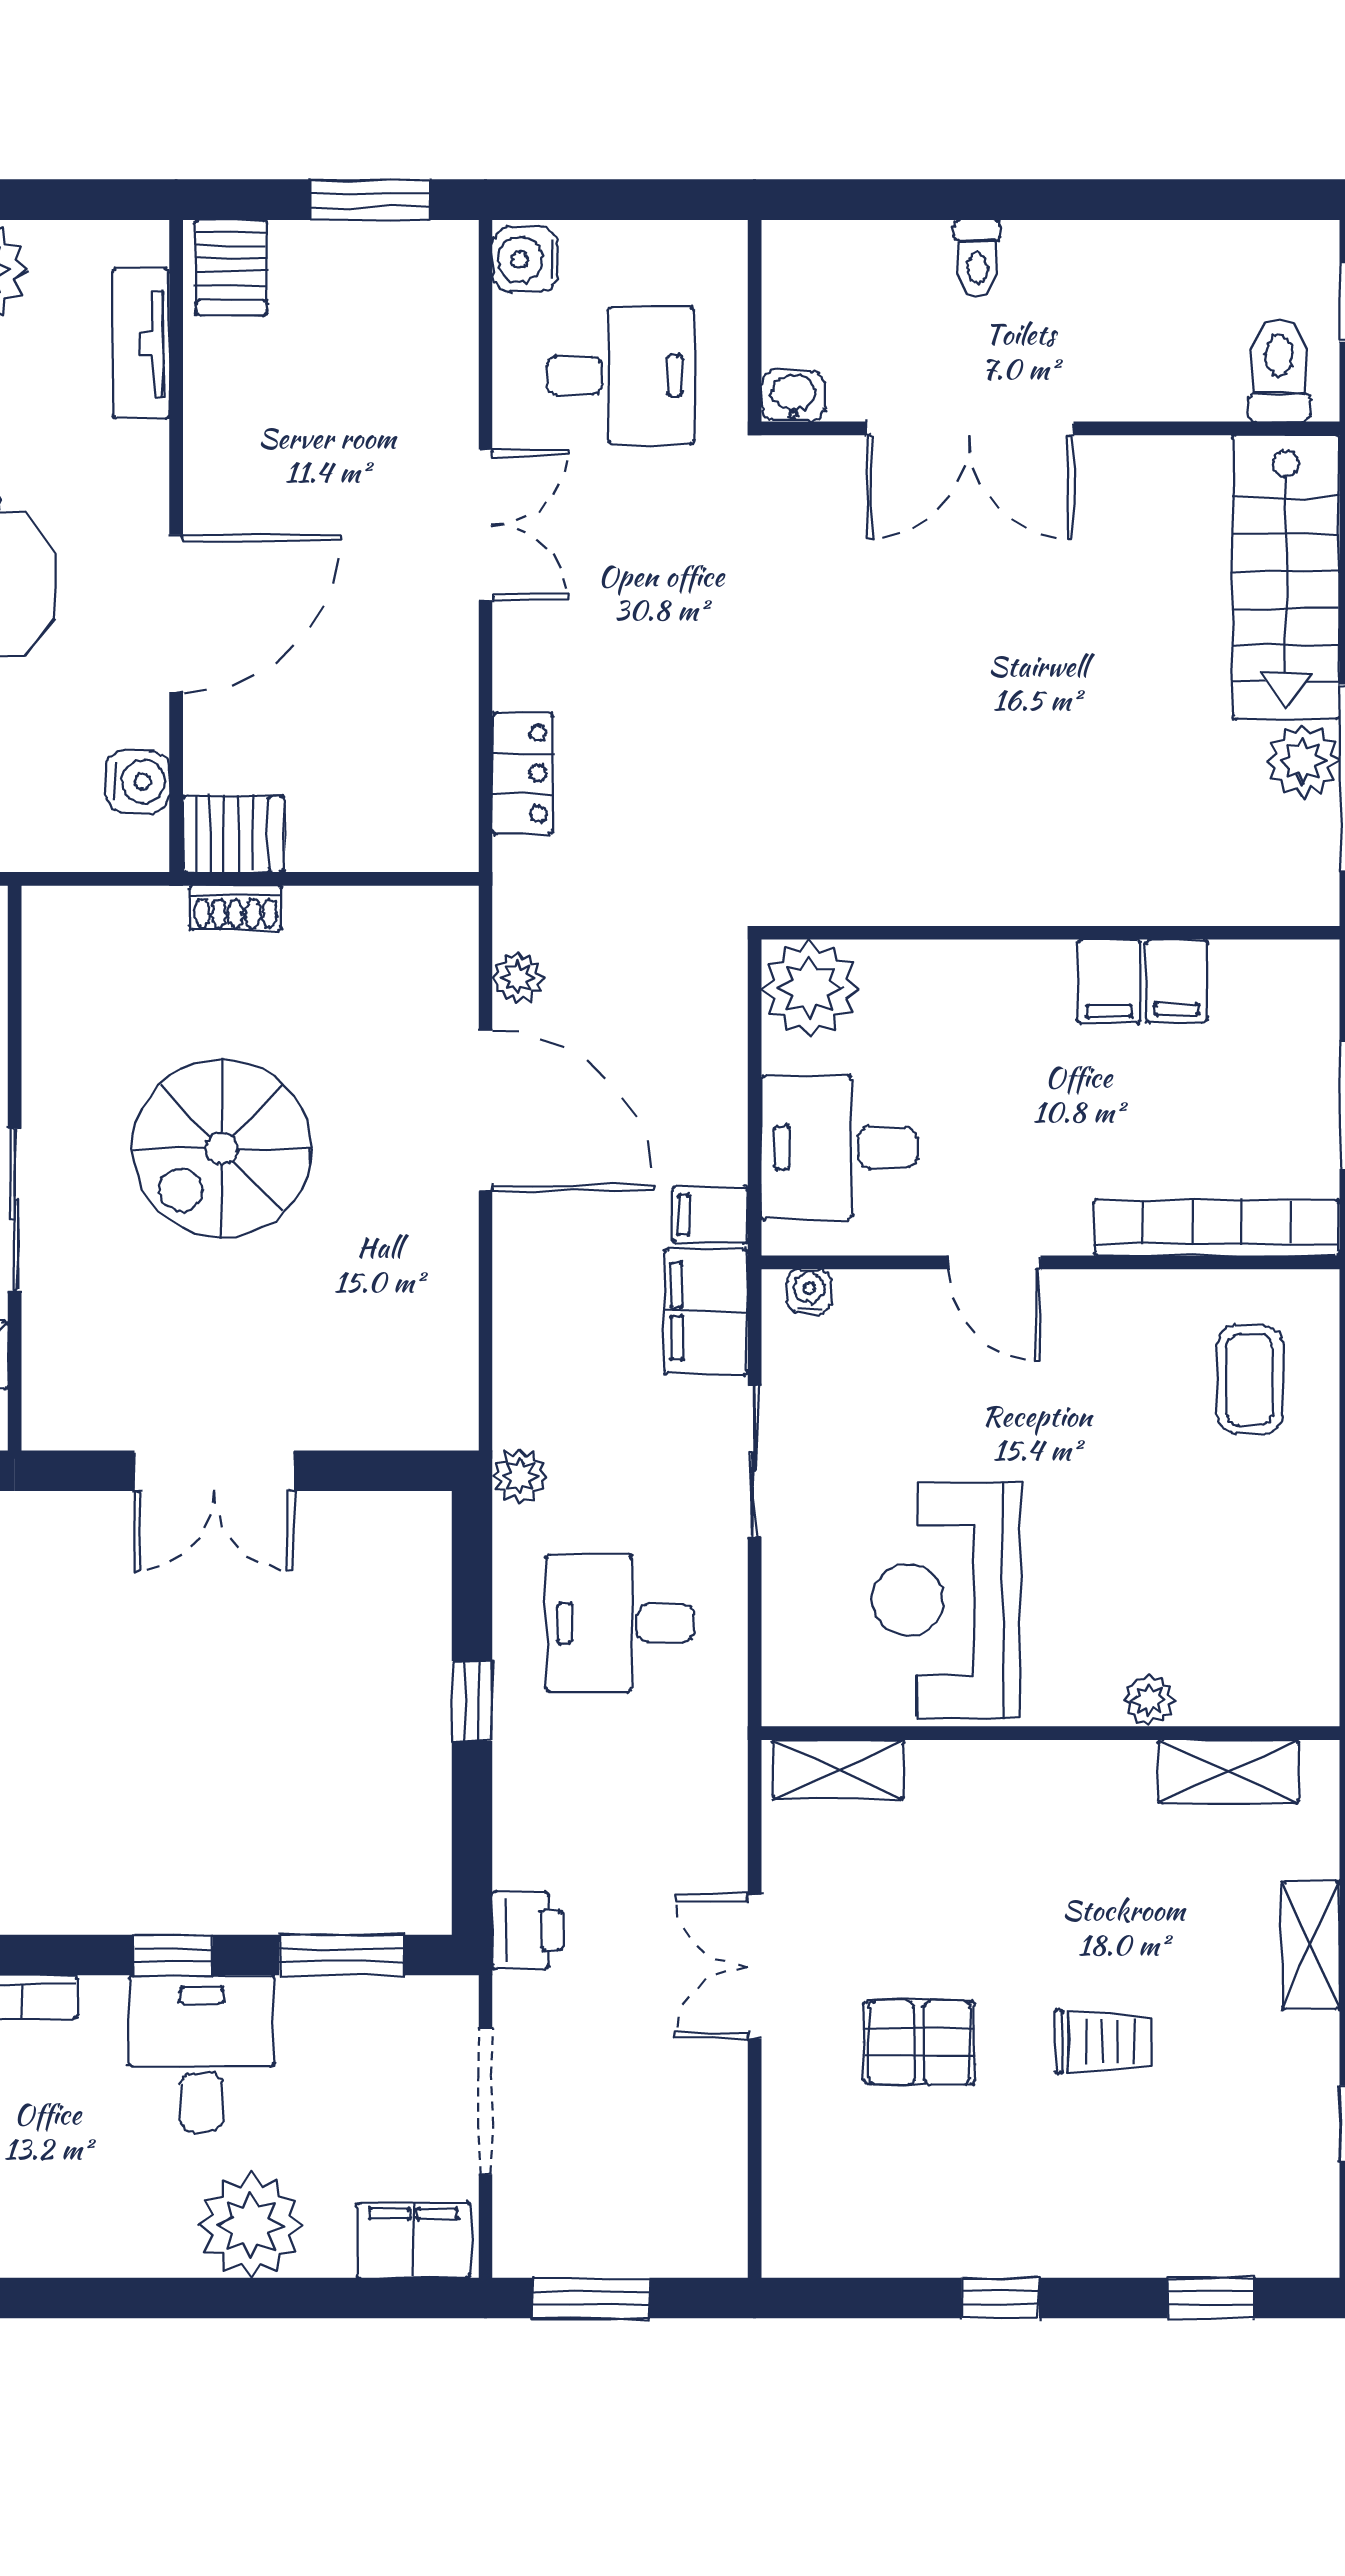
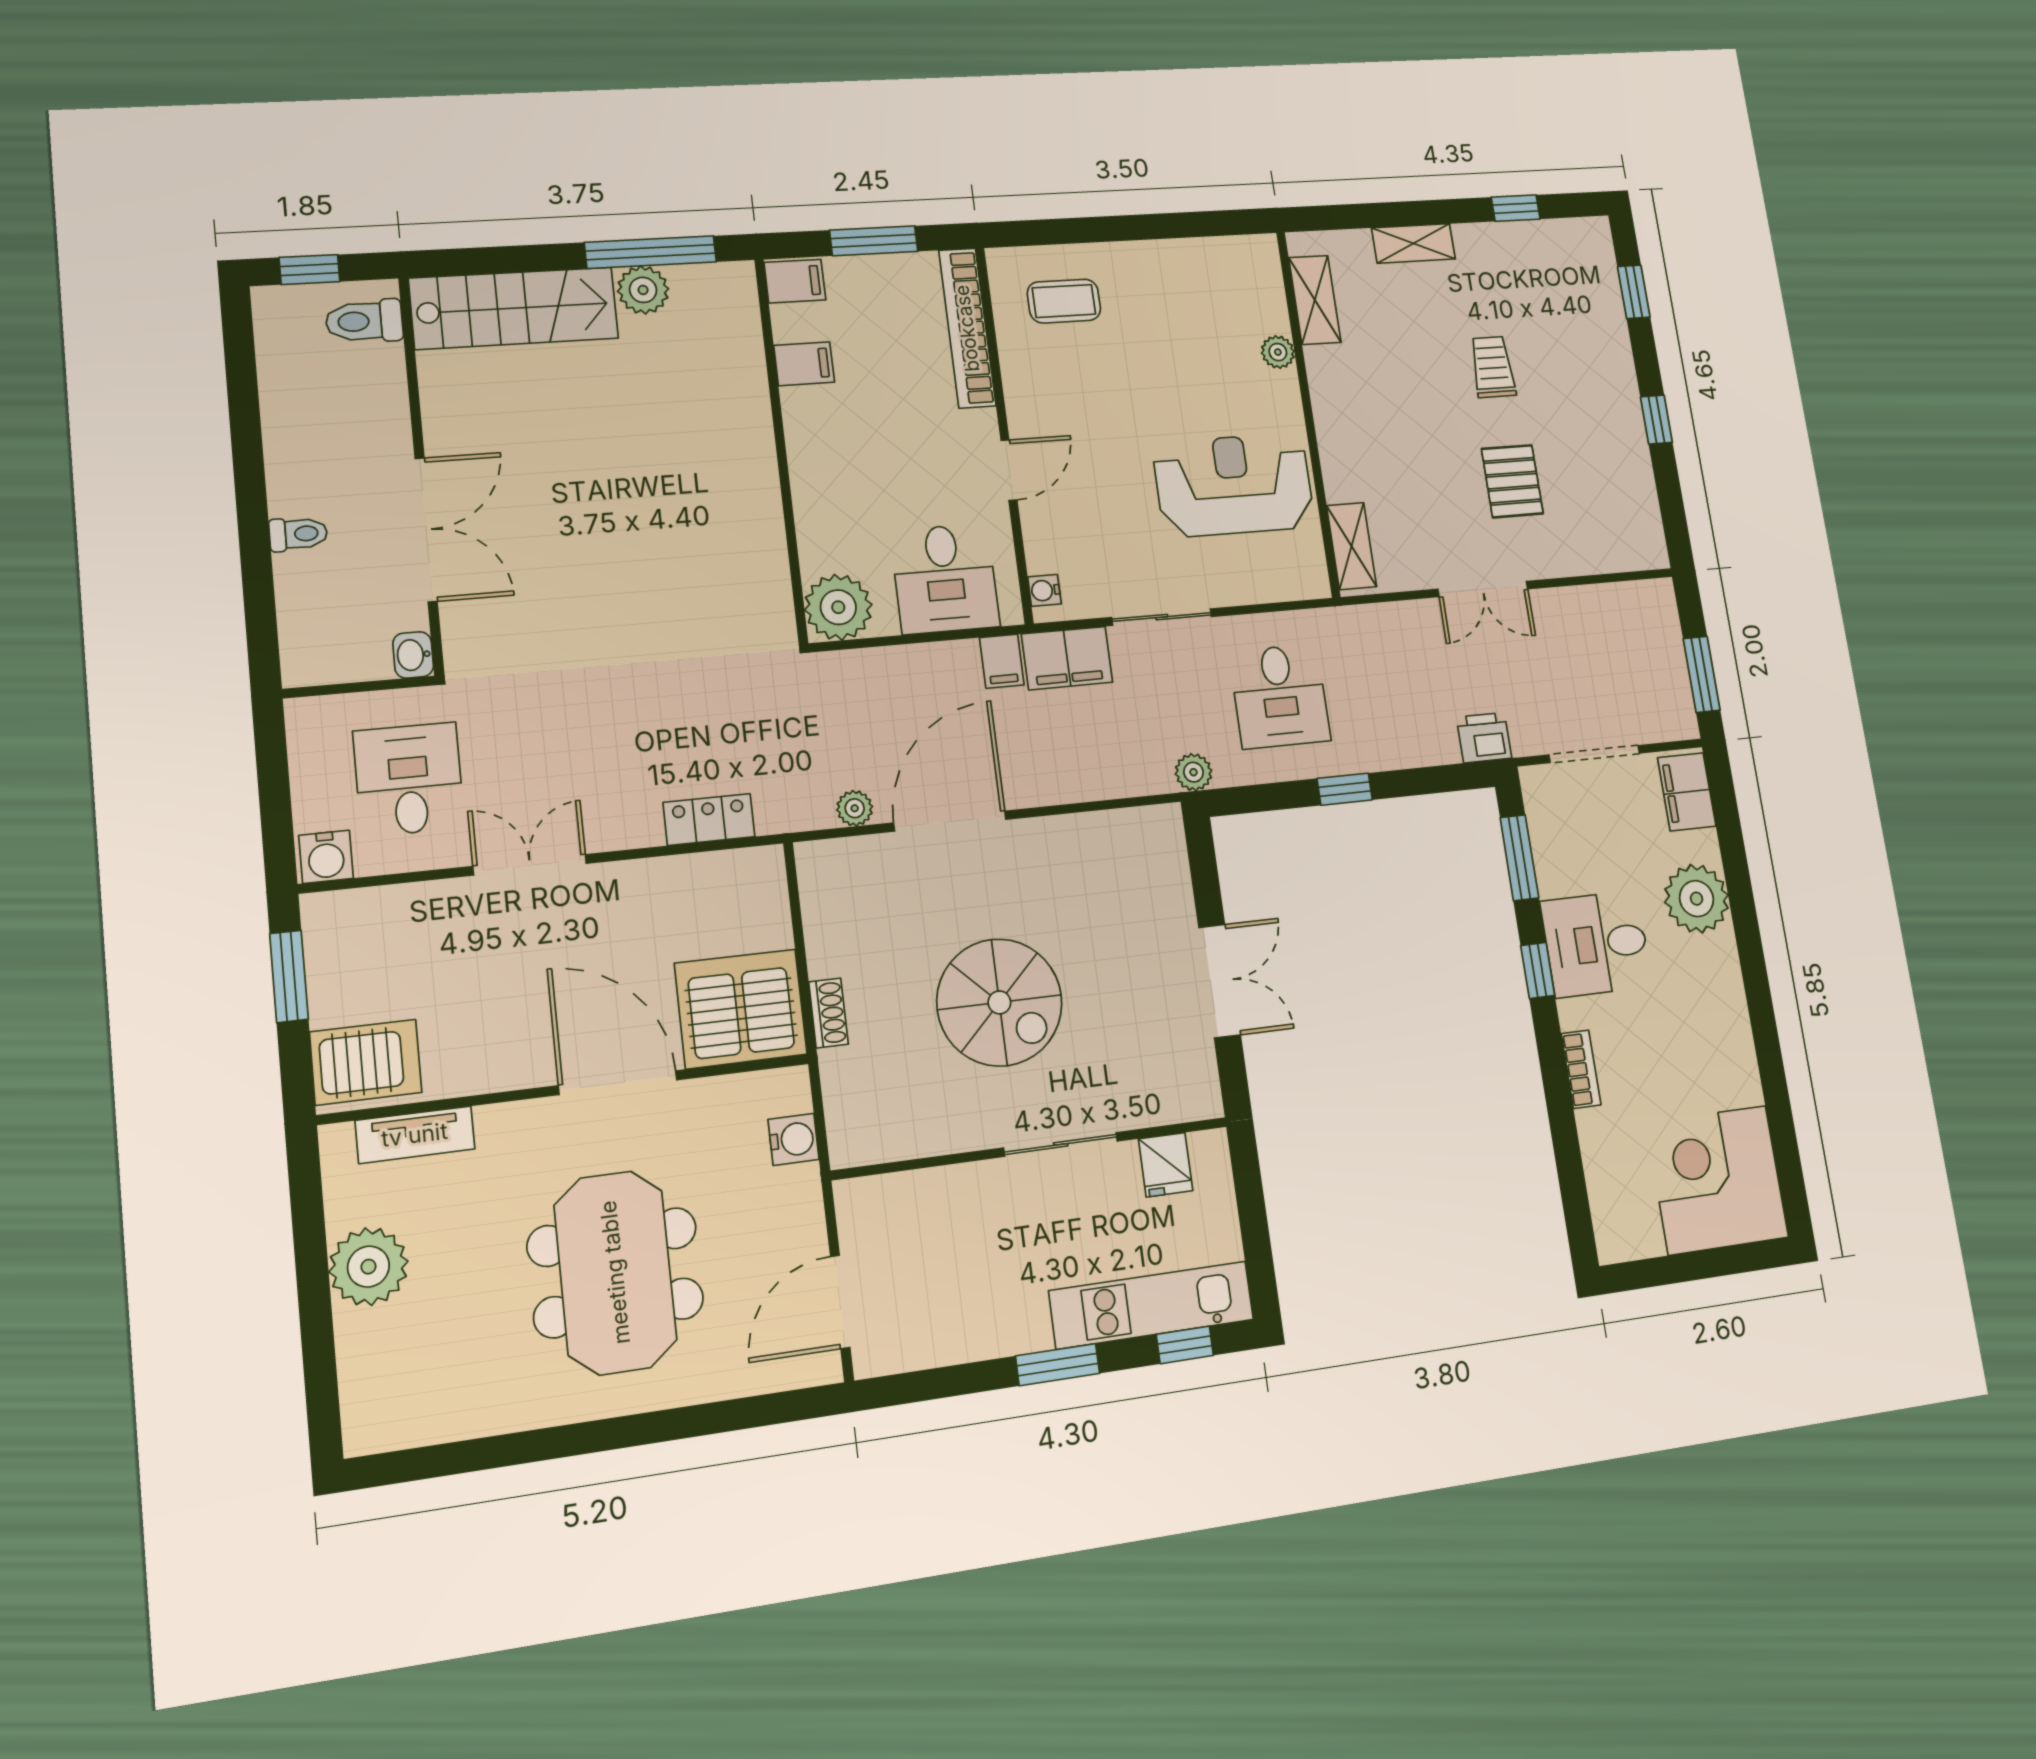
server rack: (231, 267) -> (366, 1062), width x1.36, depth x1.44
water cooler: (138, 782) -> (794, 1139), moved, turned 90
server rack: (234, 834) -> (741, 1009), width x2.18, depth x1.44
filing cabinet: (1109, 981) -> (795, 281), moved
reception desk: (946, 1600) -> (1234, 485), turned 180

